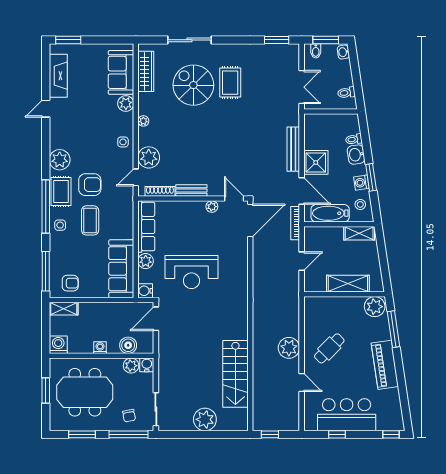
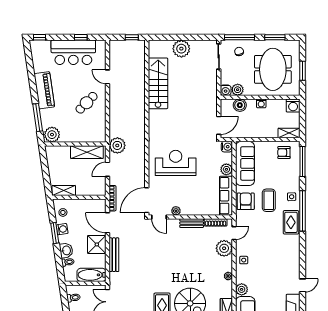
plant: (60, 160) -> (292, 247), removed
armchair: (90, 185) -> (246, 201), moved, turned 90
bathtub: (330, 213) -> (92, 275), moved, turned 180
reception desk: (192, 272) -> (176, 163), moved
shelving: (348, 284) -> (87, 152), moved
plant: (289, 348) -> (117, 145), moved
meeting table: (85, 392) -> (273, 69), turned 90

